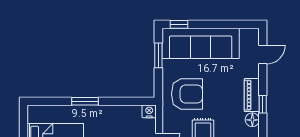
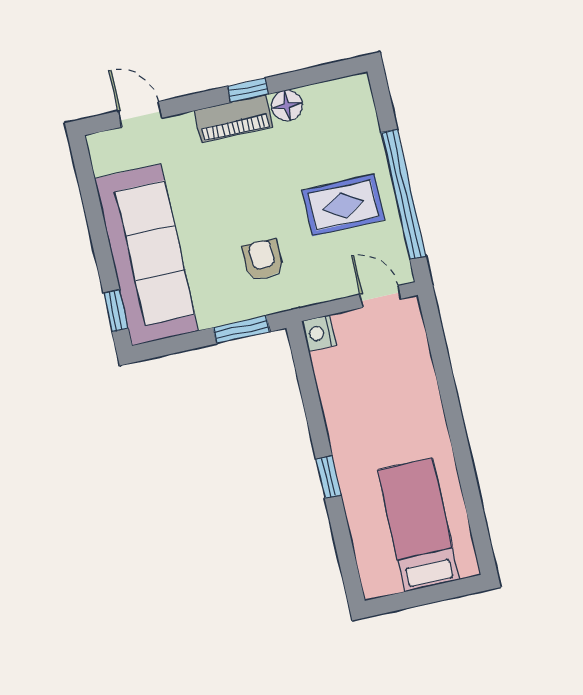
window: (158, 55) -> (241, 330), moved
armchair: (187, 94) -> (263, 260), width x0.53, depth x0.53
window: (85, 101) -> (328, 477), width x0.67

